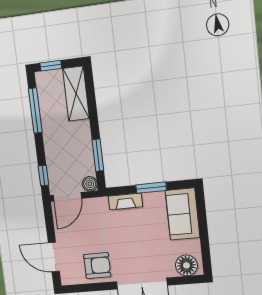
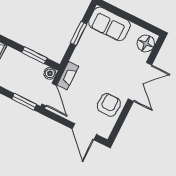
window: (43, 176) -> (24, 102), width x1.50
fireplace: (125, 201) -> (68, 76), moved
door: (54, 257) -> (84, 132), hinge flipped

